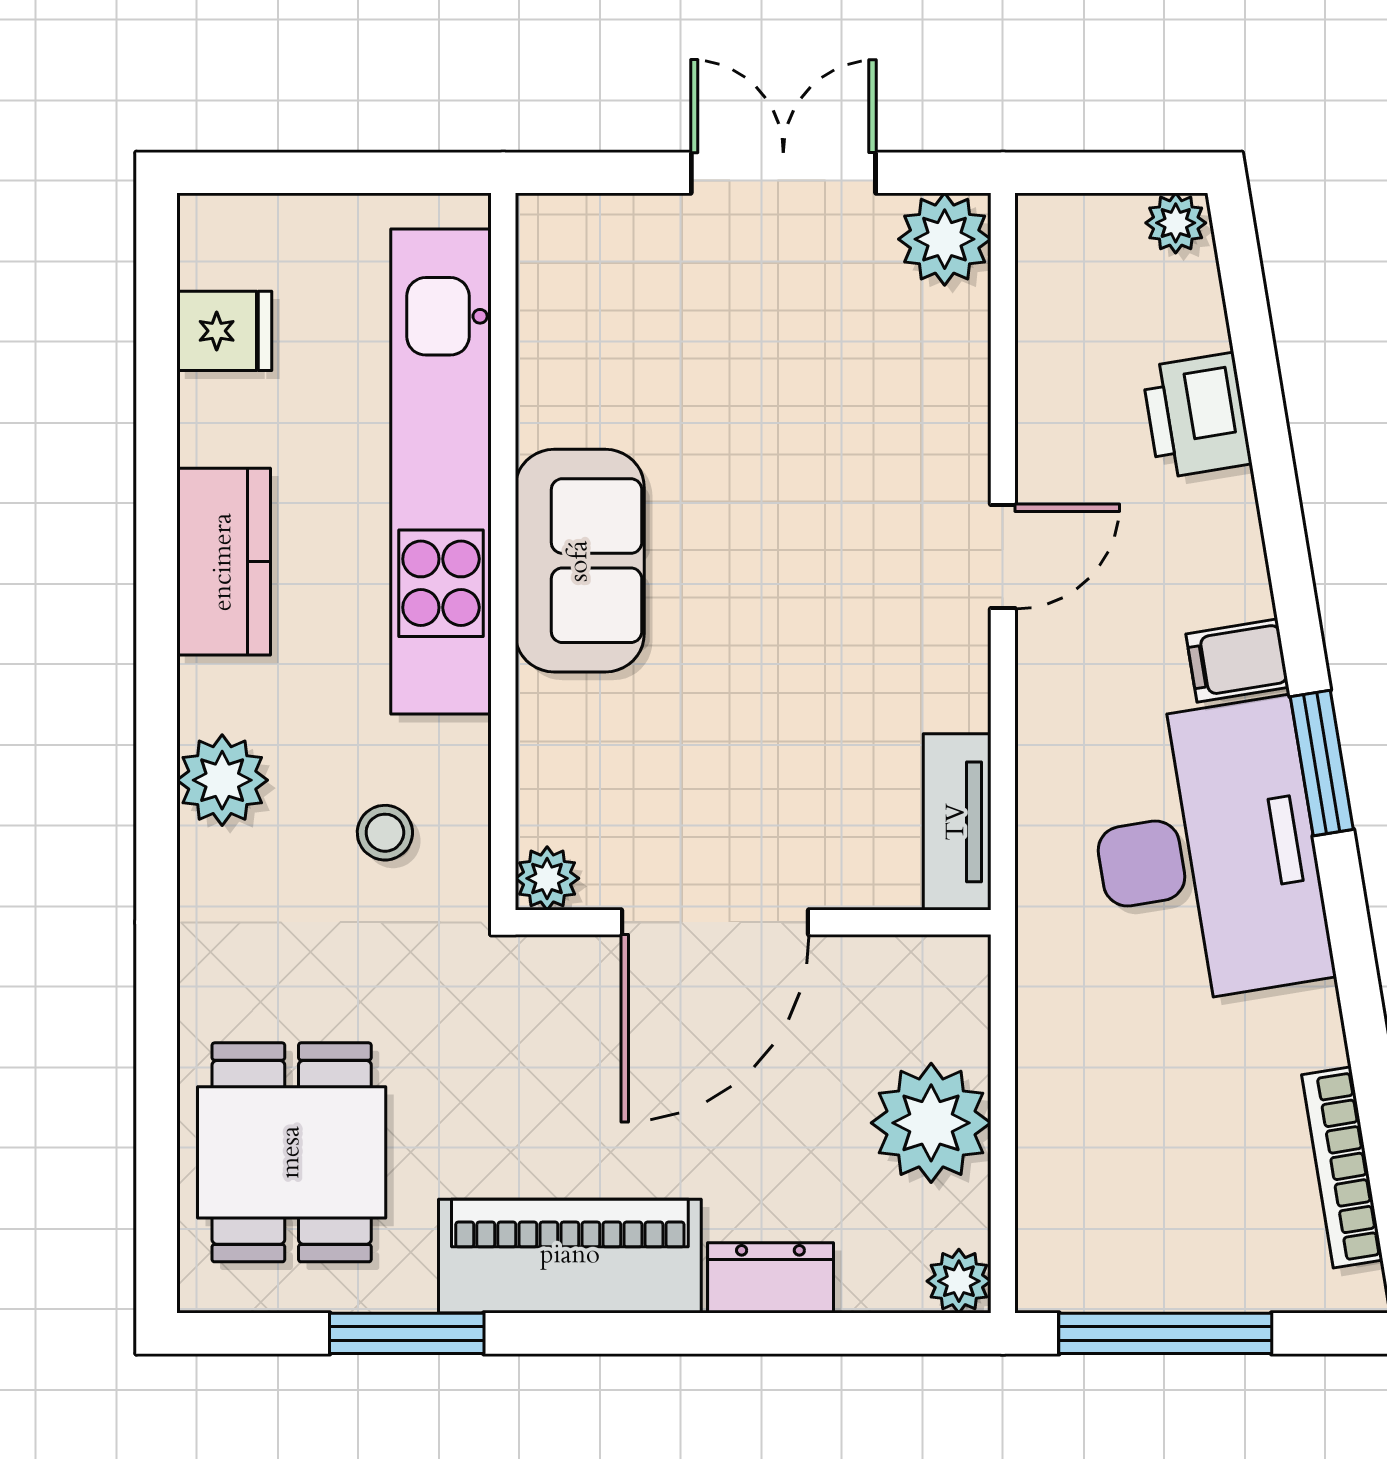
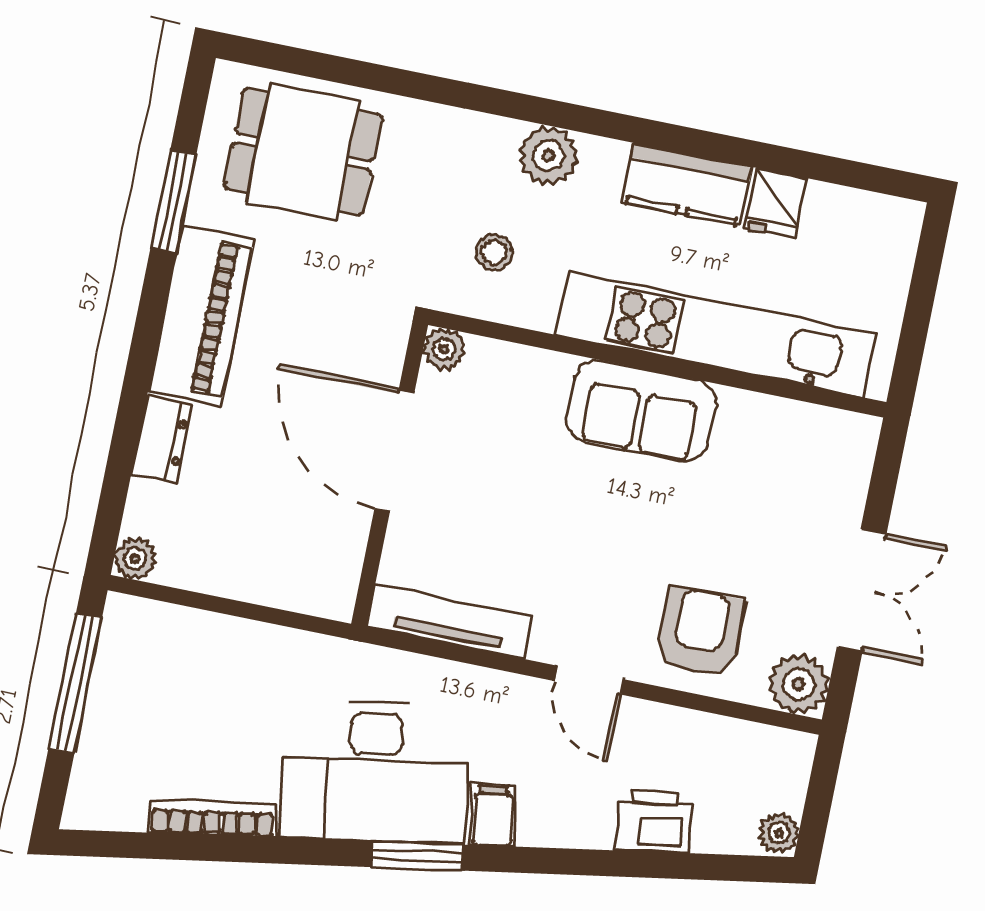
fridge: (224, 331) -> (776, 203), moved
armchair: (895, 404) -> (700, 631), added
tv unit: (957, 822) -> (450, 622), width x1.41
plant: (931, 1123) -> (239, 561), removed
bookcase: (1342, 1167) -> (212, 819), moved

